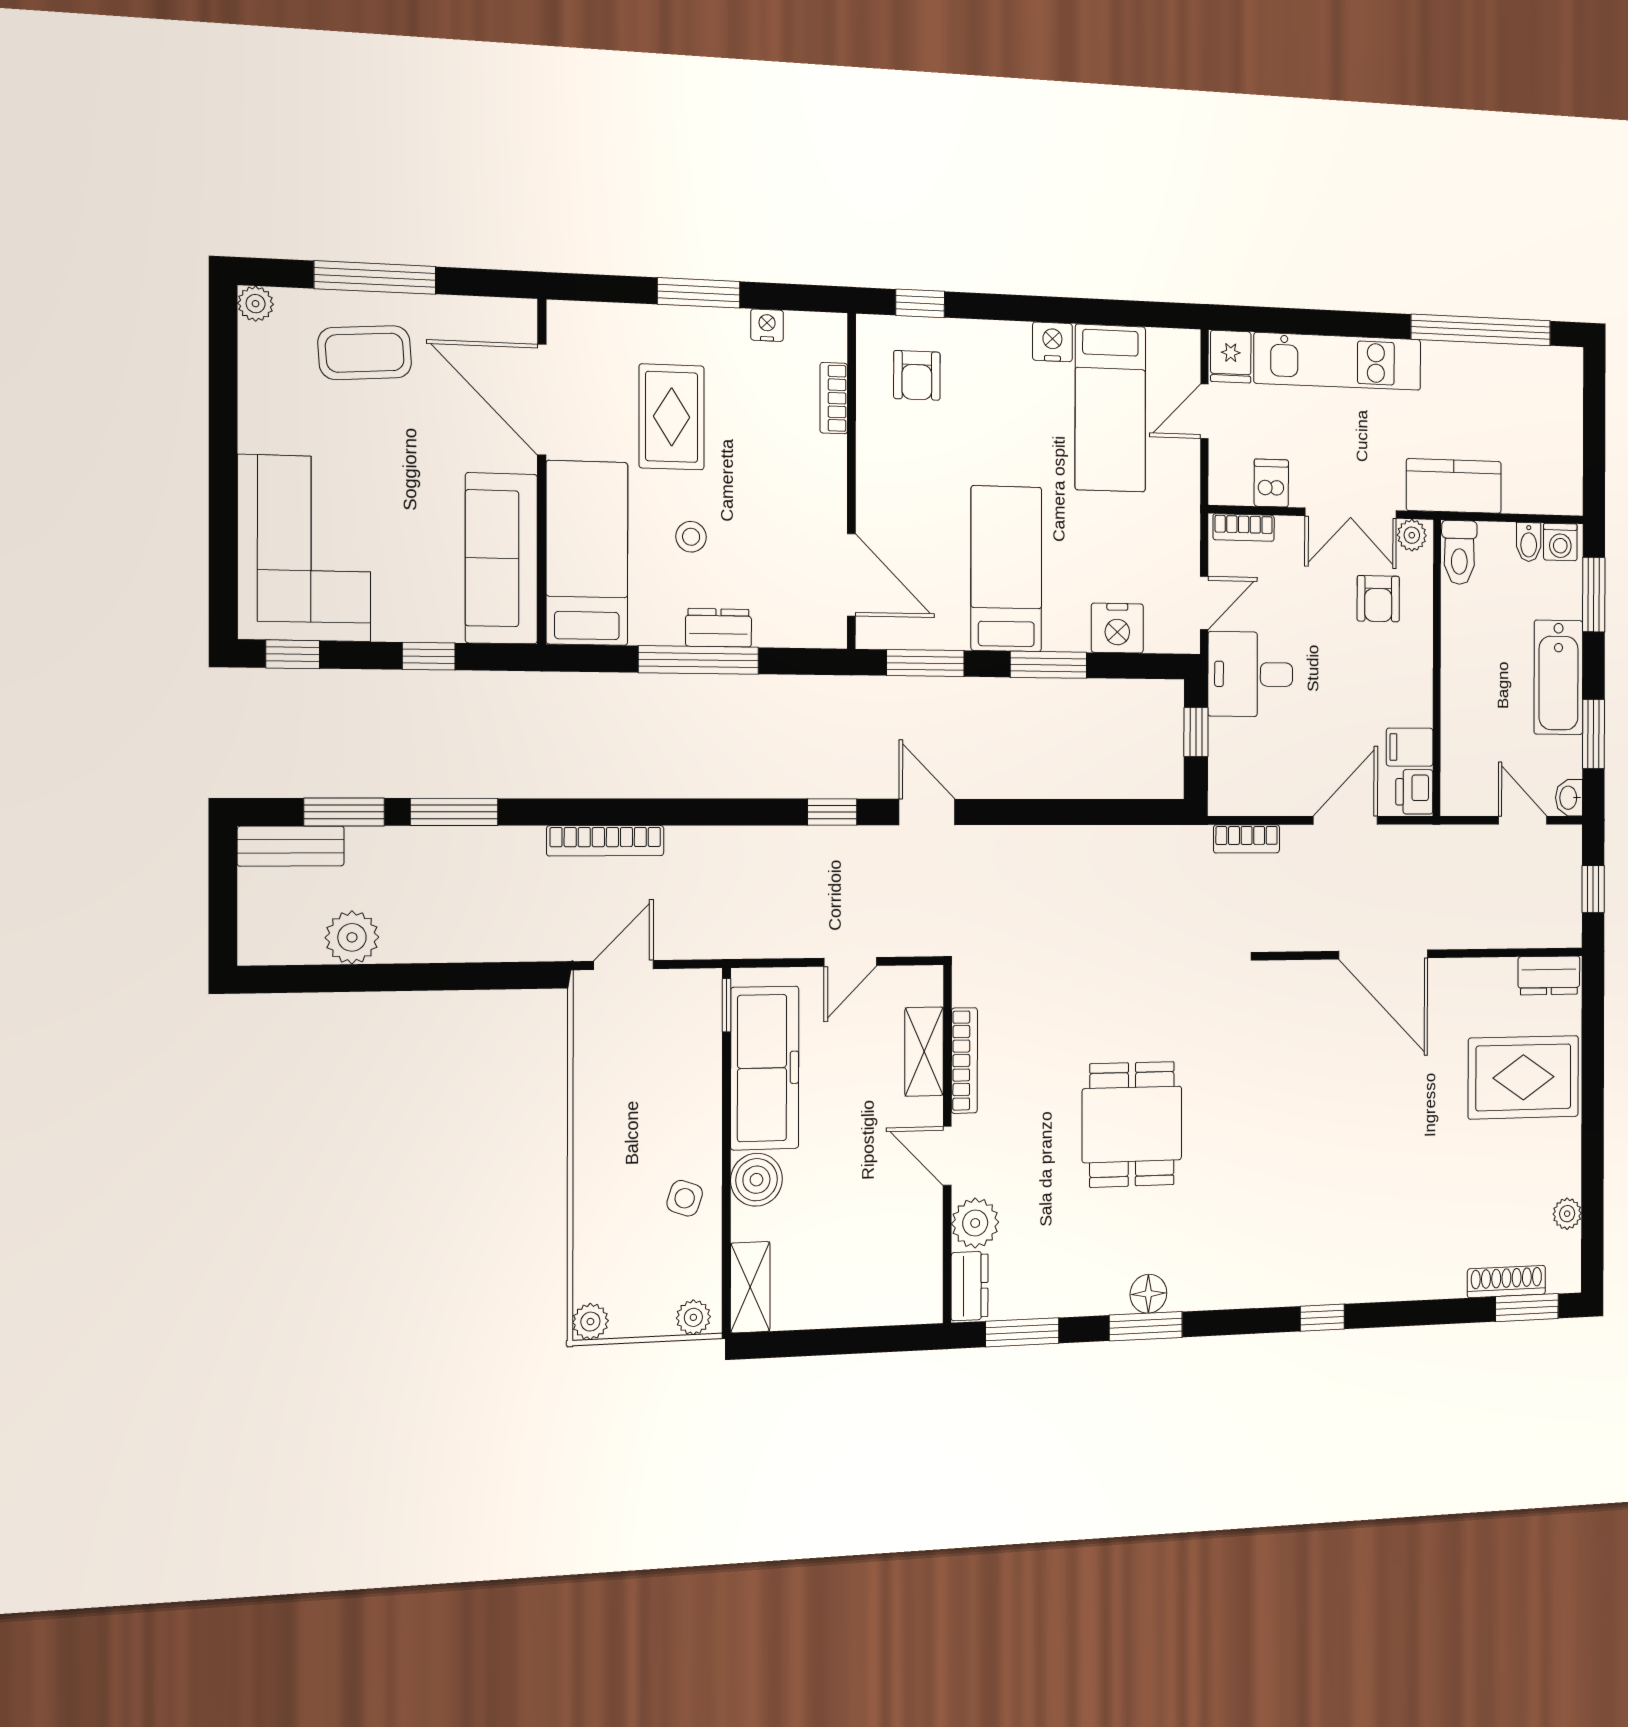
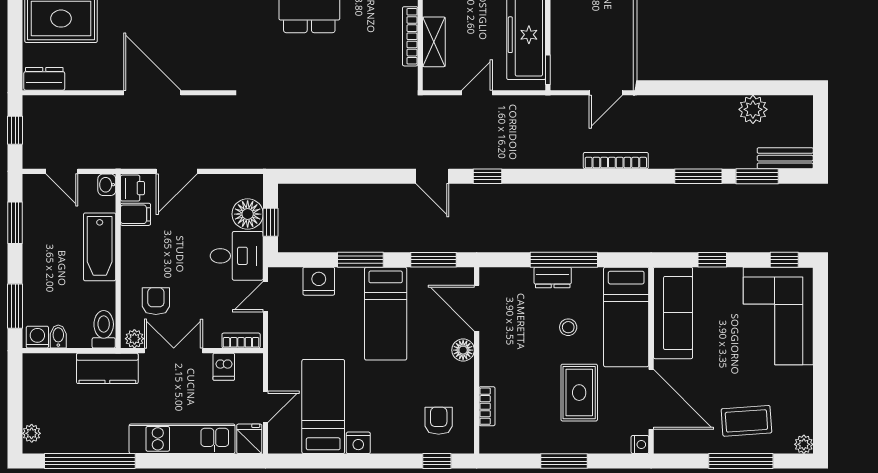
nightstand: (767, 325) -> (640, 445), moved, turned -90
plant: (1569, 381) -> (32, 433), added
floor lamp: (875, 500) -> (463, 350), added
bathtub: (1558, 677) -> (100, 247), moved, turned 180
floor lamp: (1233, 747) -> (248, 214), added
washbasin: (1569, 798) -> (107, 185), moved, turned 180
bookcase: (1247, 839) -> (239, 161), removed

